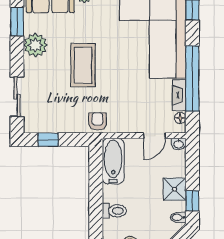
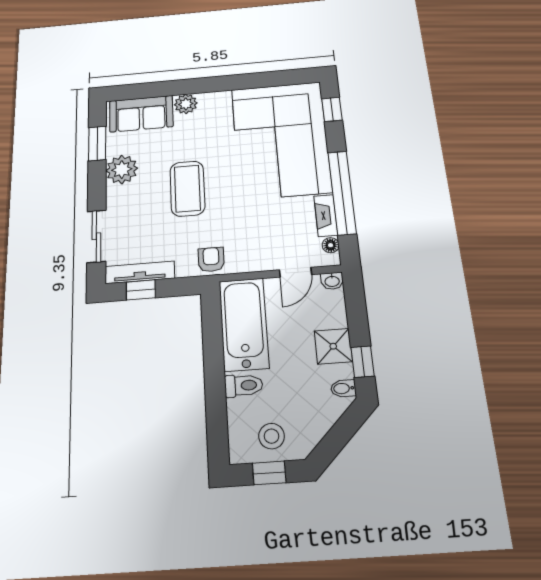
tv unit: (48, 127) -> (140, 272), added
bathtub: (113, 161) -> (244, 324), width x1.36, depth x1.36

